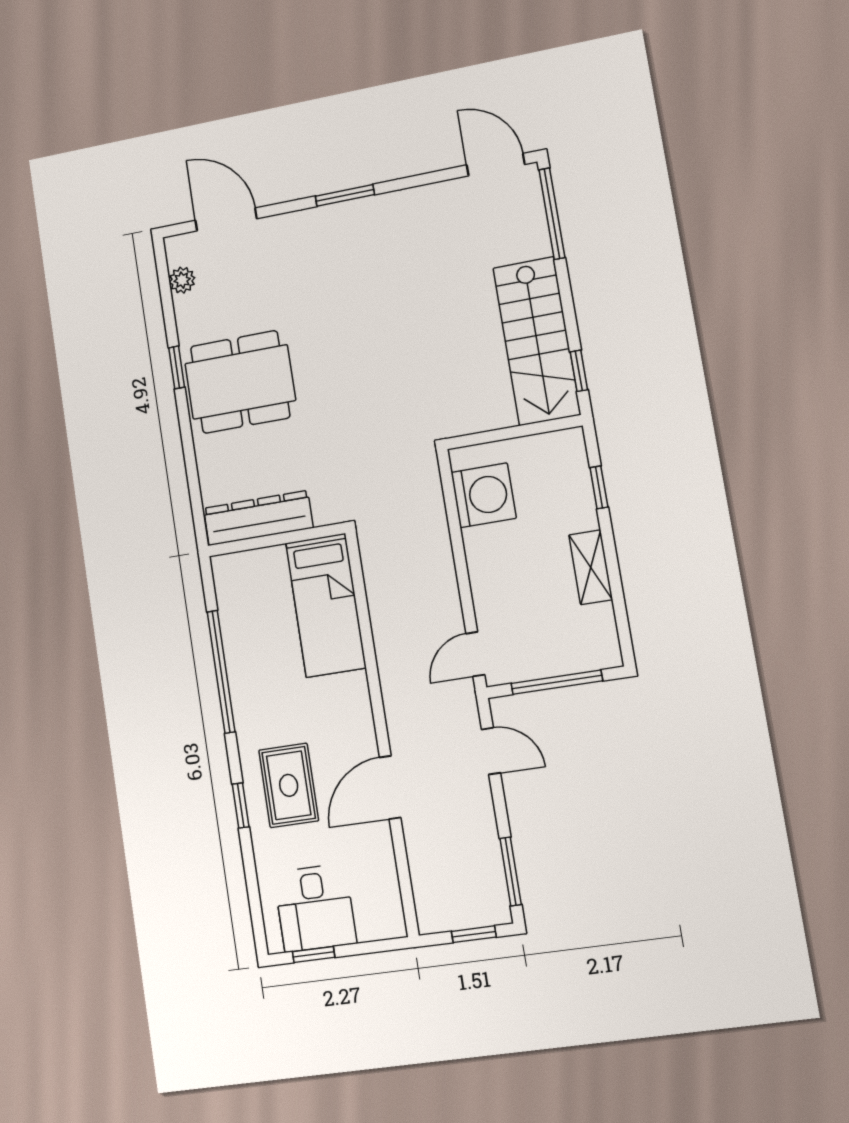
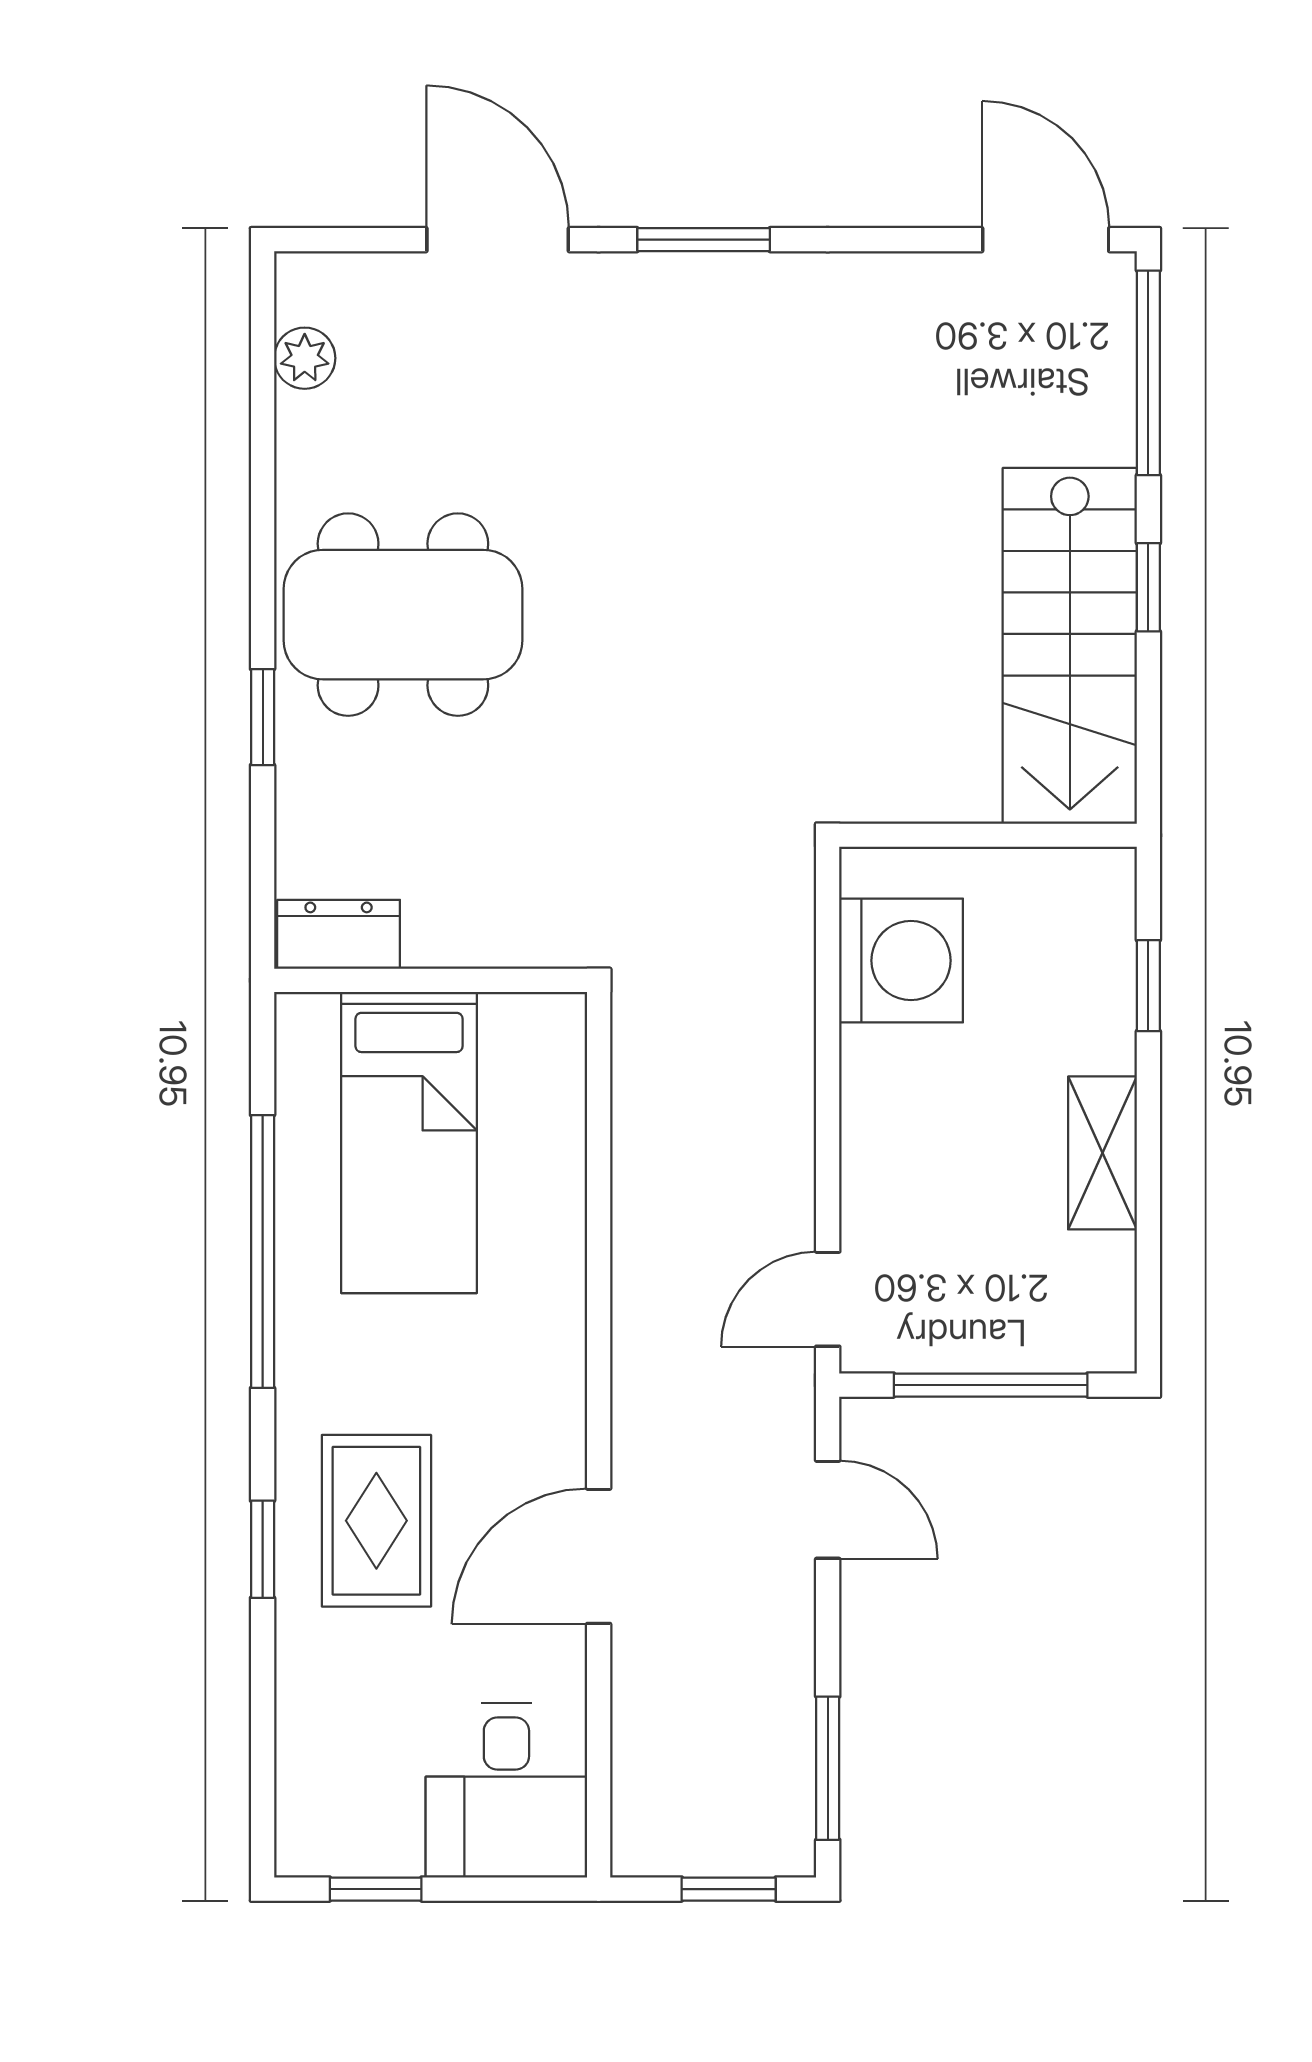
door: (226, 219) -> (498, 240), moved
window: (177, 367) -> (263, 717), moved
window: (579, 371) -> (1148, 587), moved
dresser: (258, 518) -> (339, 934), width x0.51, depth x0.80
bed: (326, 605) -> (409, 1142), moved
desk: (315, 908) -> (506, 1791), moved

